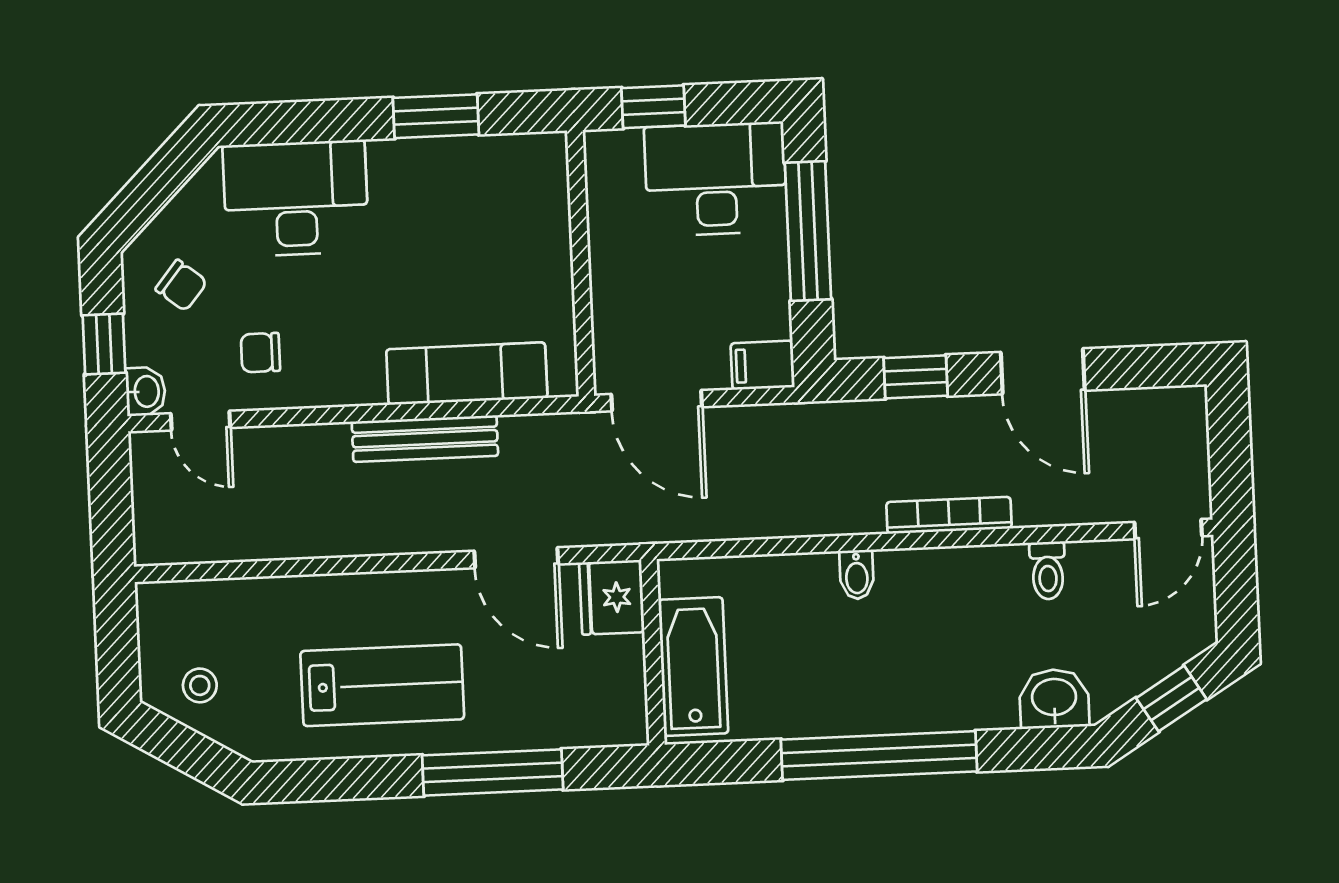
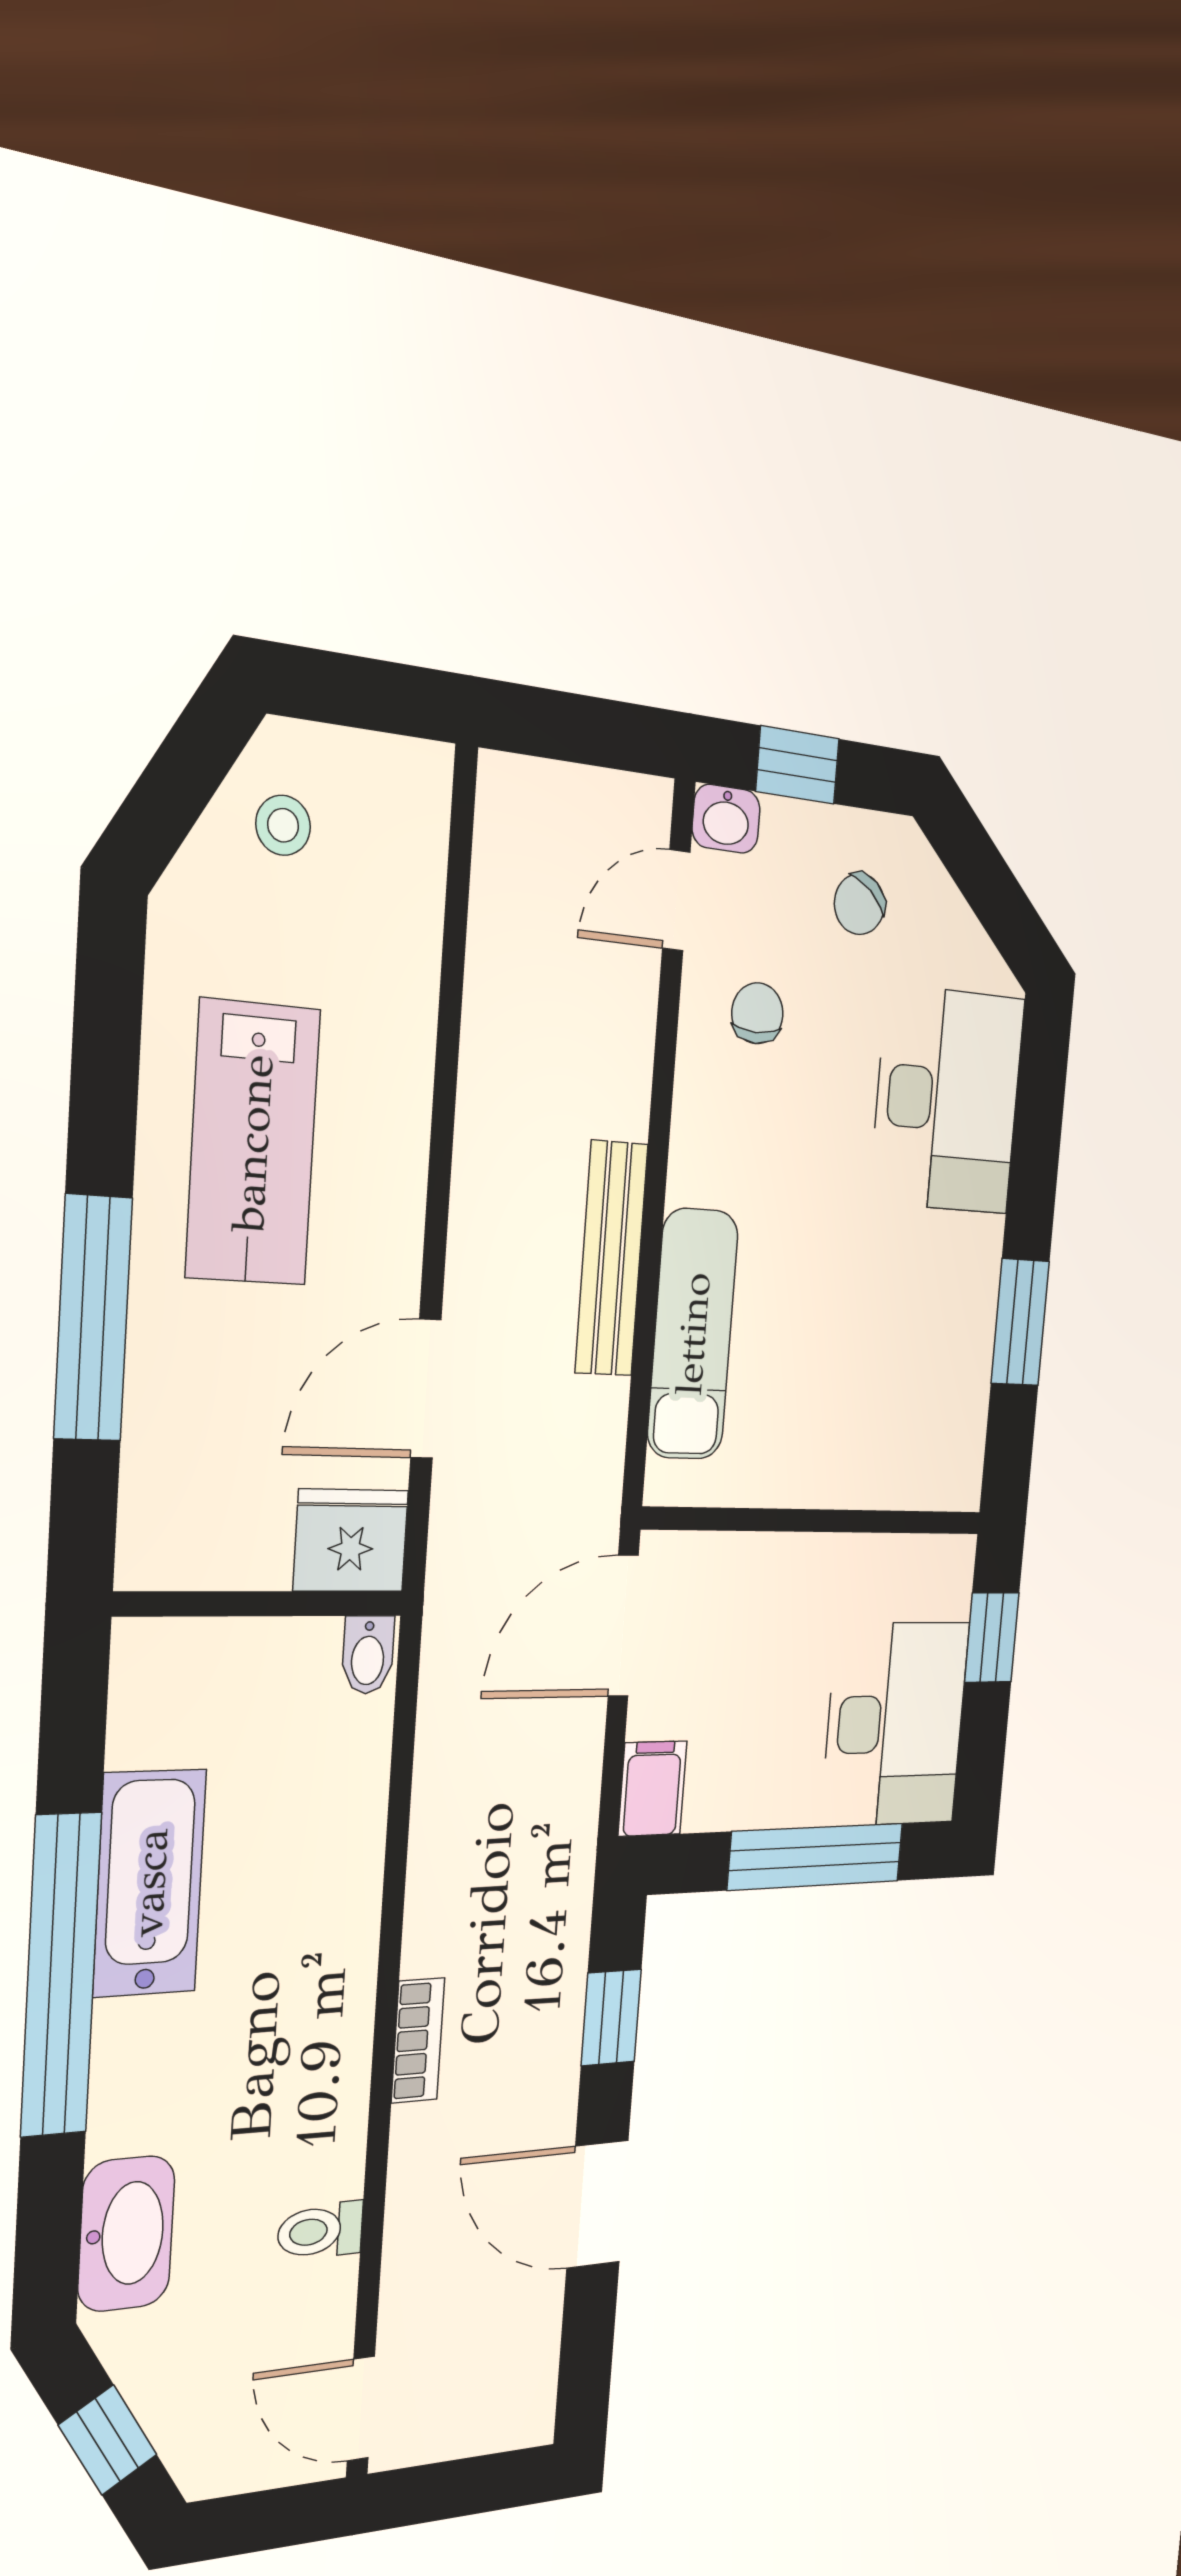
door: (1043, 371) -> (597, 2204), hinge flipped
bookcase: (949, 515) -> (418, 2040), width x0.64
bidet: (857, 575) -> (368, 1655), moved, turned -90
bathtub: (693, 667) -> (150, 1883), moved, turned -90
washbasin: (1054, 699) -> (126, 2234), width x1.38

